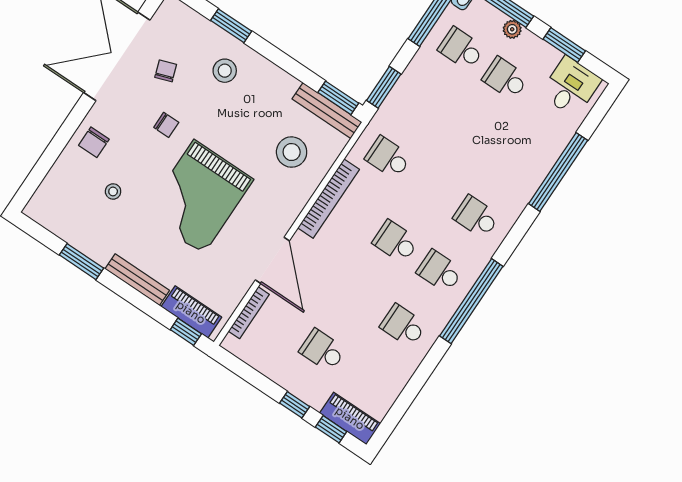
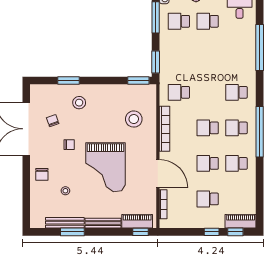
bench: (327, 110) -> (65, 223), moved
school desk: (359, 296) -> (208, 163), added

